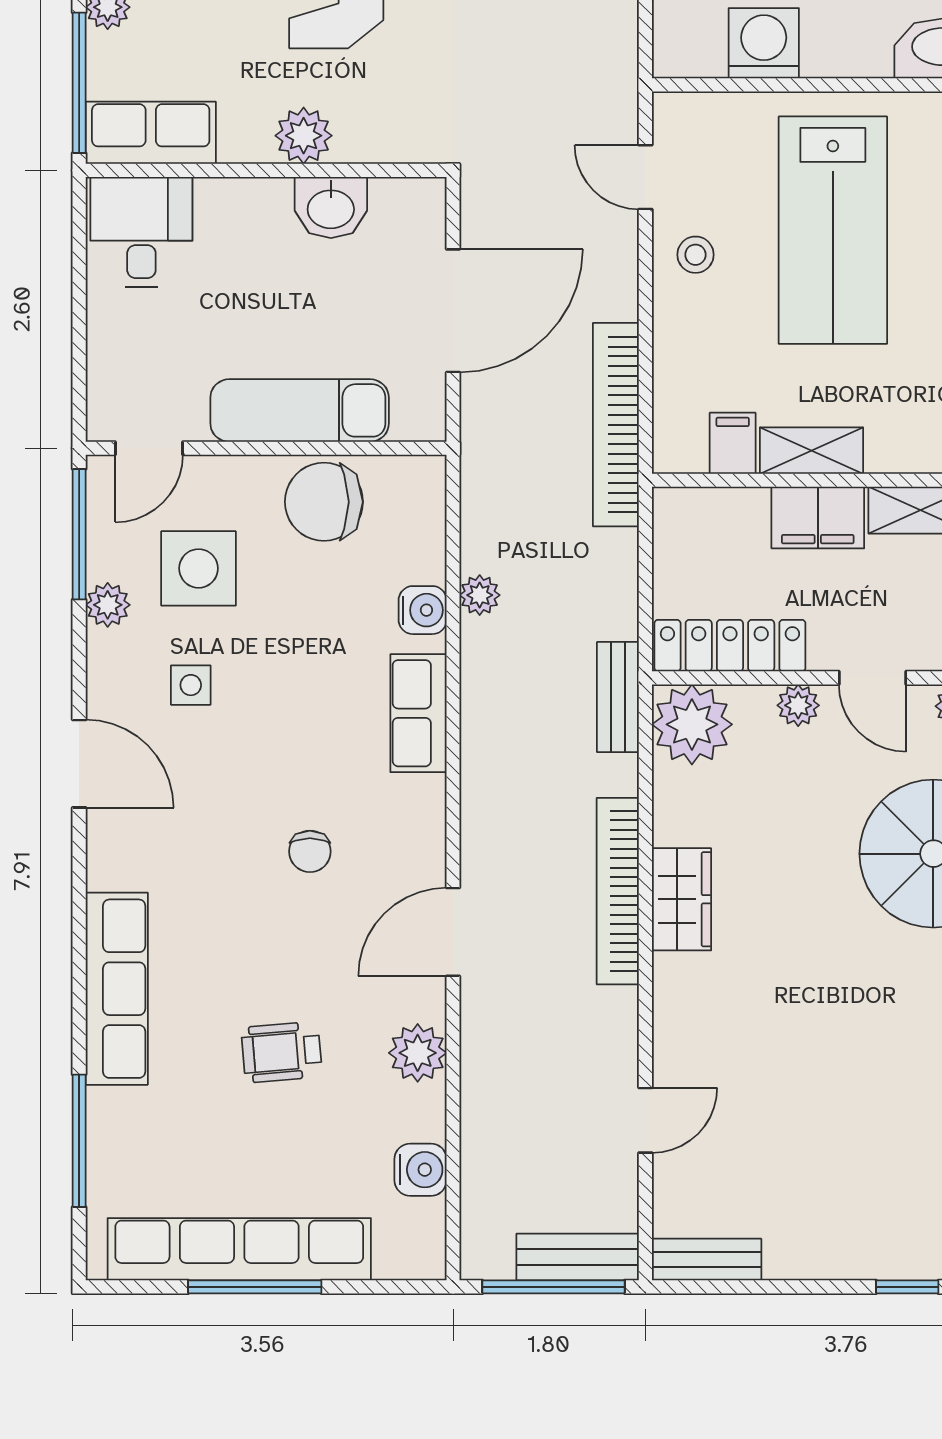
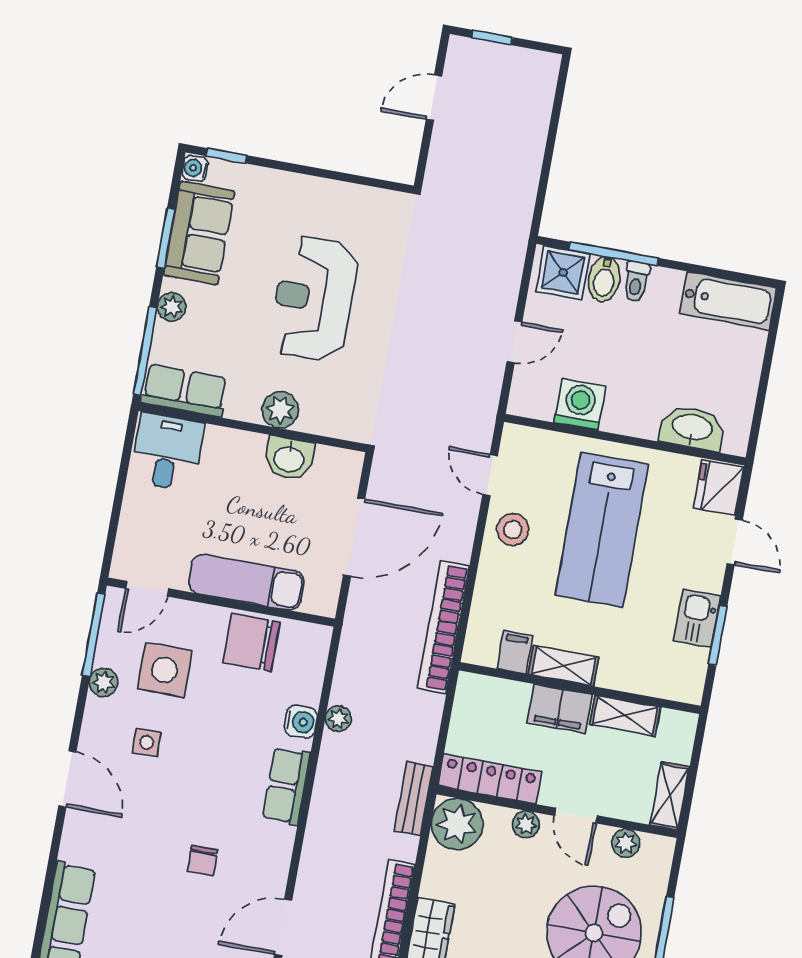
stool: (695, 255) -> (513, 529), width x1.37, depth x1.37

